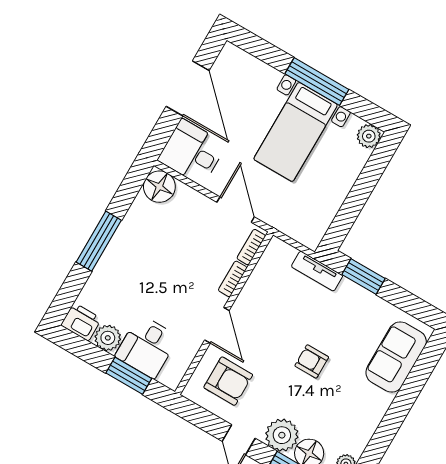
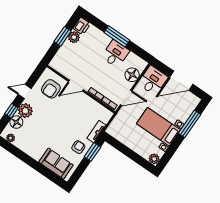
window: (317, 82) -> (189, 124), moved
floor lamp: (159, 187) -> (132, 75), moved
desk: (147, 347) -> (115, 54), moved, turned 90
armchair: (312, 361) -> (78, 147), moved
window: (129, 376) -> (63, 36), moved

